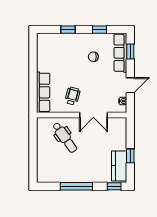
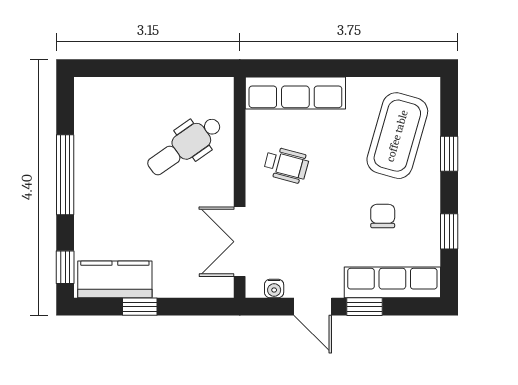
coffee table: (60, 51) -> (397, 136), added
window: (130, 52) -> (364, 307), moved
double door: (93, 115) -> (240, 242), moved

